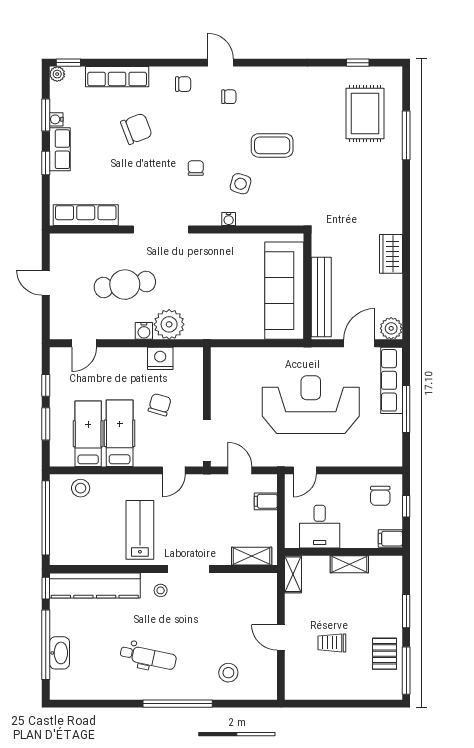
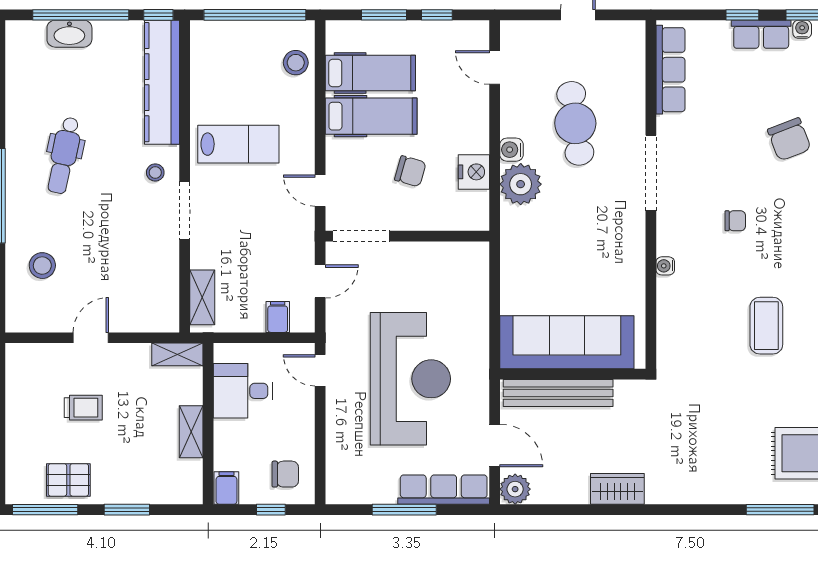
side table: (241, 184) -> (714, 282), removed
chair: (380, 496) -> (285, 474), turned 180
trolley: (332, 643) -> (83, 408), turned 90

